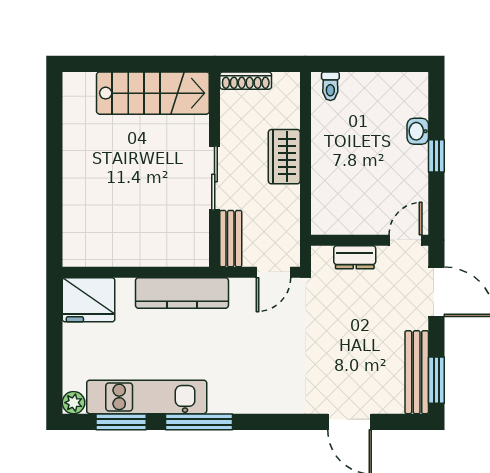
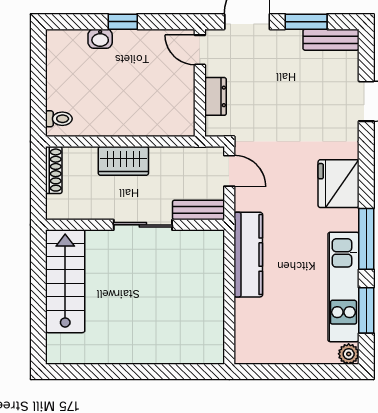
shoe rack: (246, 81) -> (54, 170), moved
fridge: (89, 300) -> (339, 184), moved, turned 180
bench: (417, 372) -> (331, 40), width x0.73
window: (436, 380) -> (306, 22), moved

